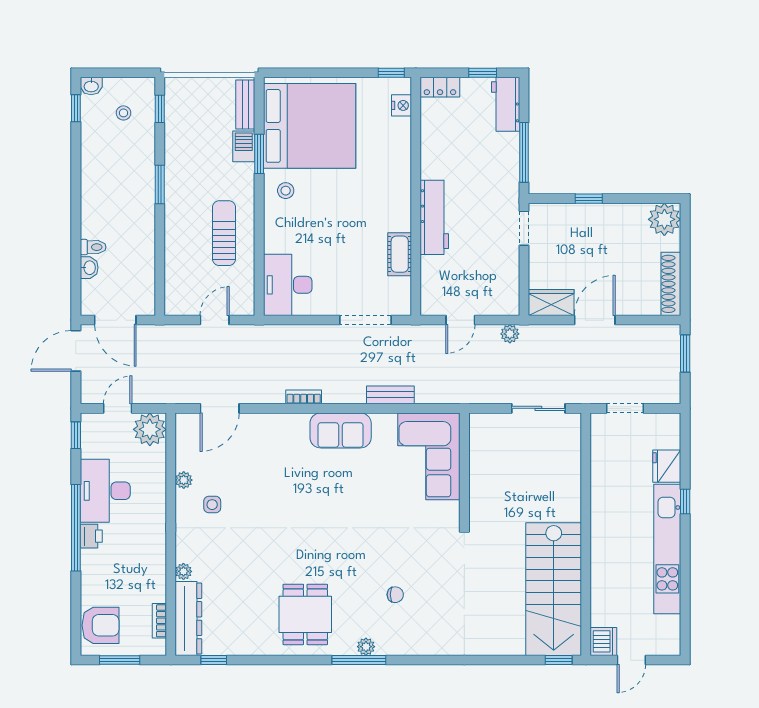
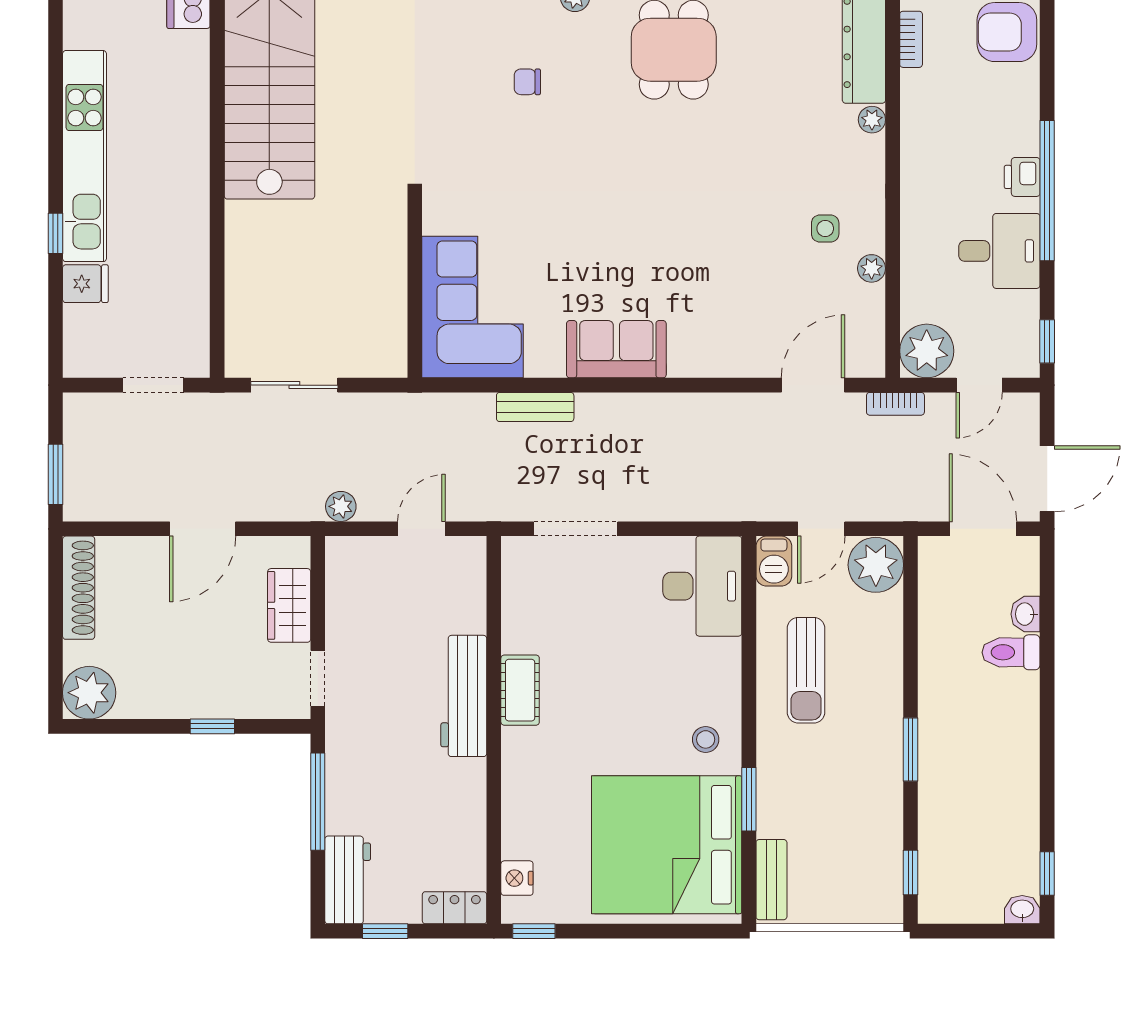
stool: (123, 113) -> (970, 866), removed
barbecue: (244, 146) -> (774, 561), moved
toilet: (93, 247) -> (1011, 652), width x1.37, depth x1.39
cot: (400, 254) -> (520, 690), moved
plant: (181, 298) -> (876, 565), added
wardrobe: (551, 302) -> (289, 605), moved, turned 90
bookcase: (304, 397) -> (895, 404), moved
fridge: (667, 466) -> (85, 284), width x0.72
desk: (105, 491) -> (999, 251), width x0.73

